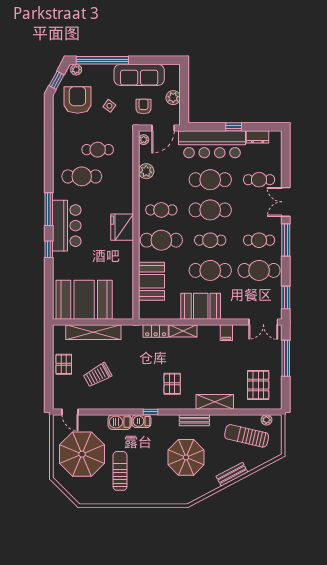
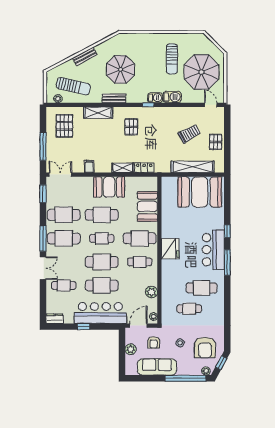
dresser: (258, 137) -> (55, 319), moved
cafe table: (259, 240) -> (64, 238), width x1.37, depth x1.35

